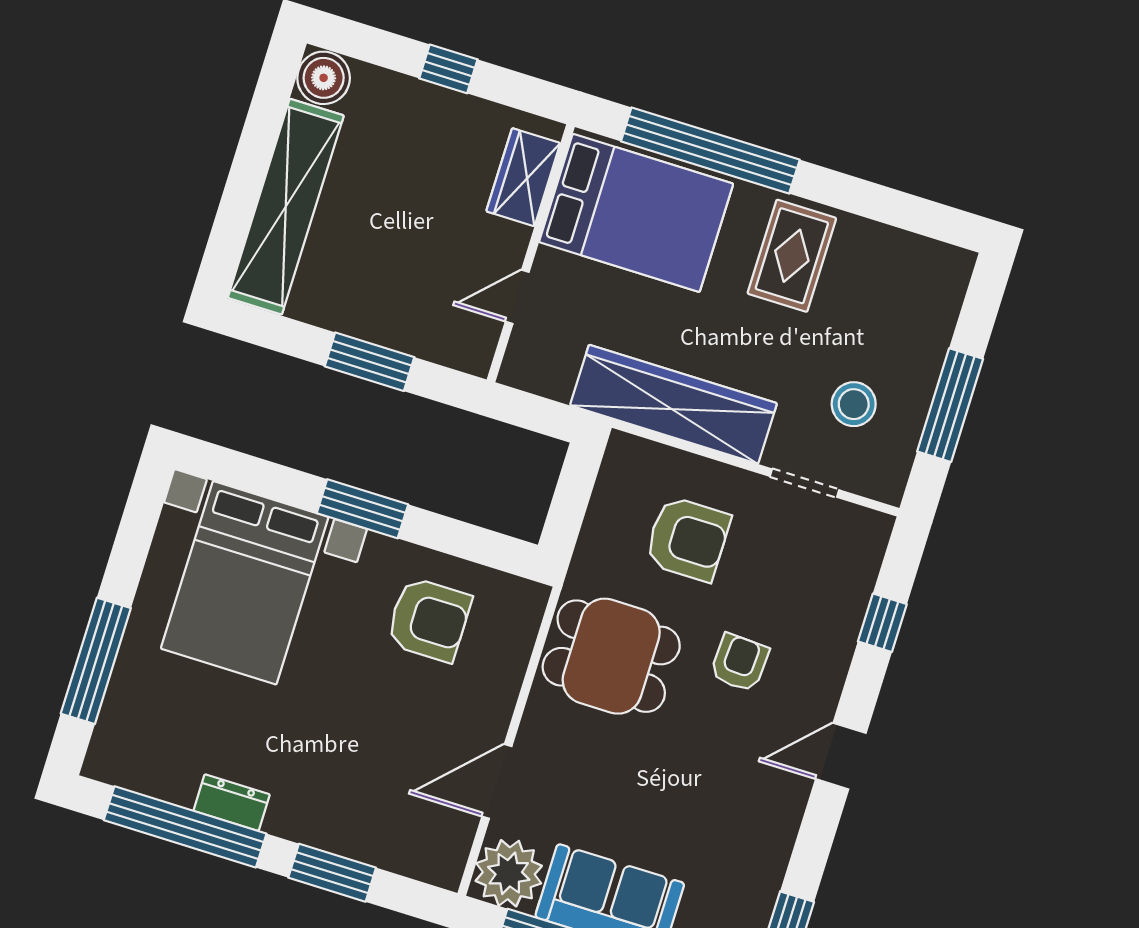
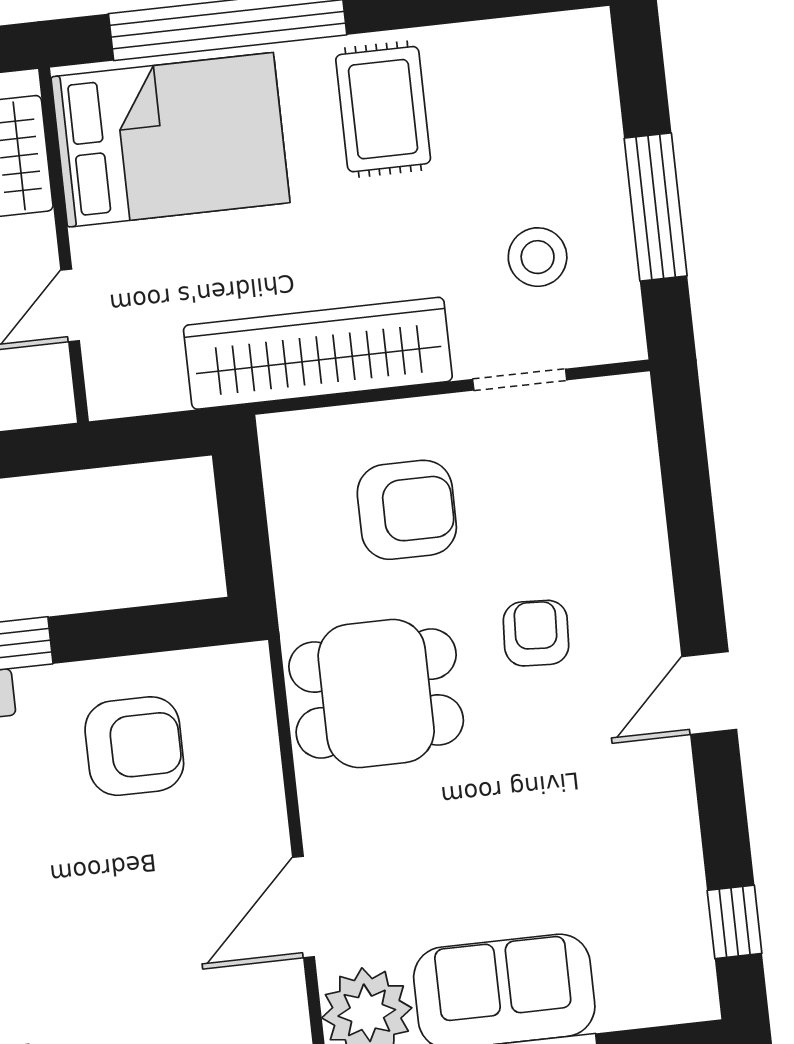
window: (882, 623) -> (689, 508), removed

